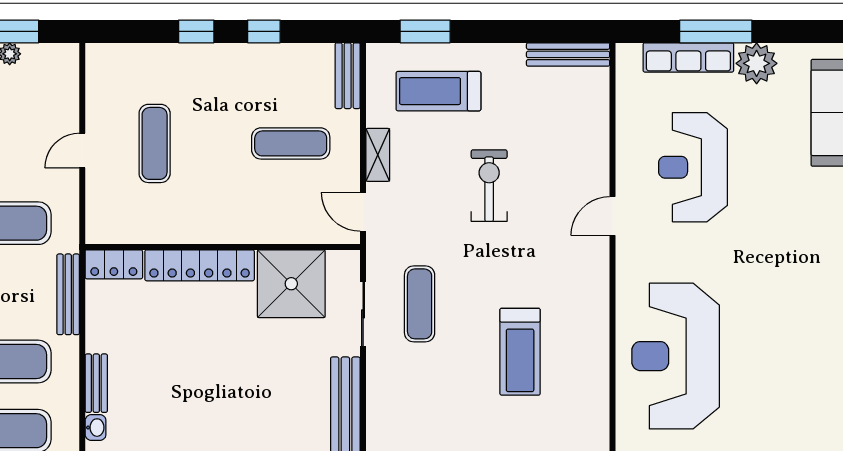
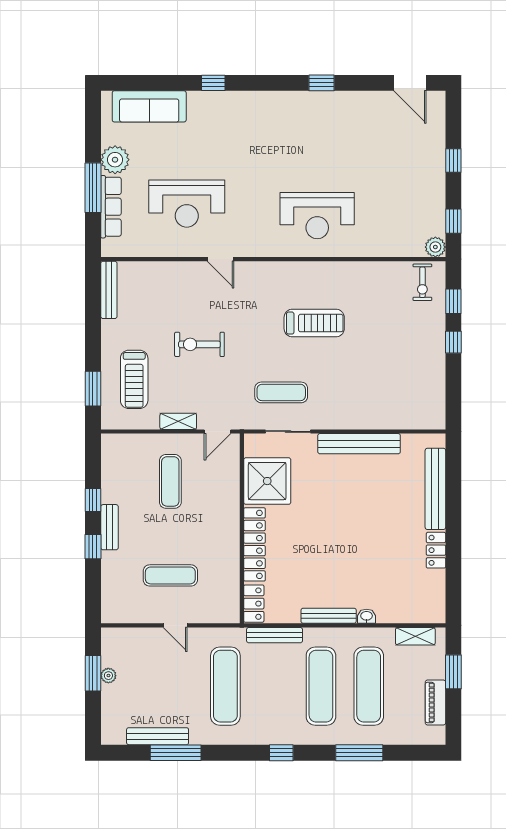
bench: (348, 76) -> (109, 527), moved, turned 90
reception desk: (676, 356) -> (317, 216), width x0.74, depth x0.77
bench: (96, 383) -> (329, 616), width x1.36

